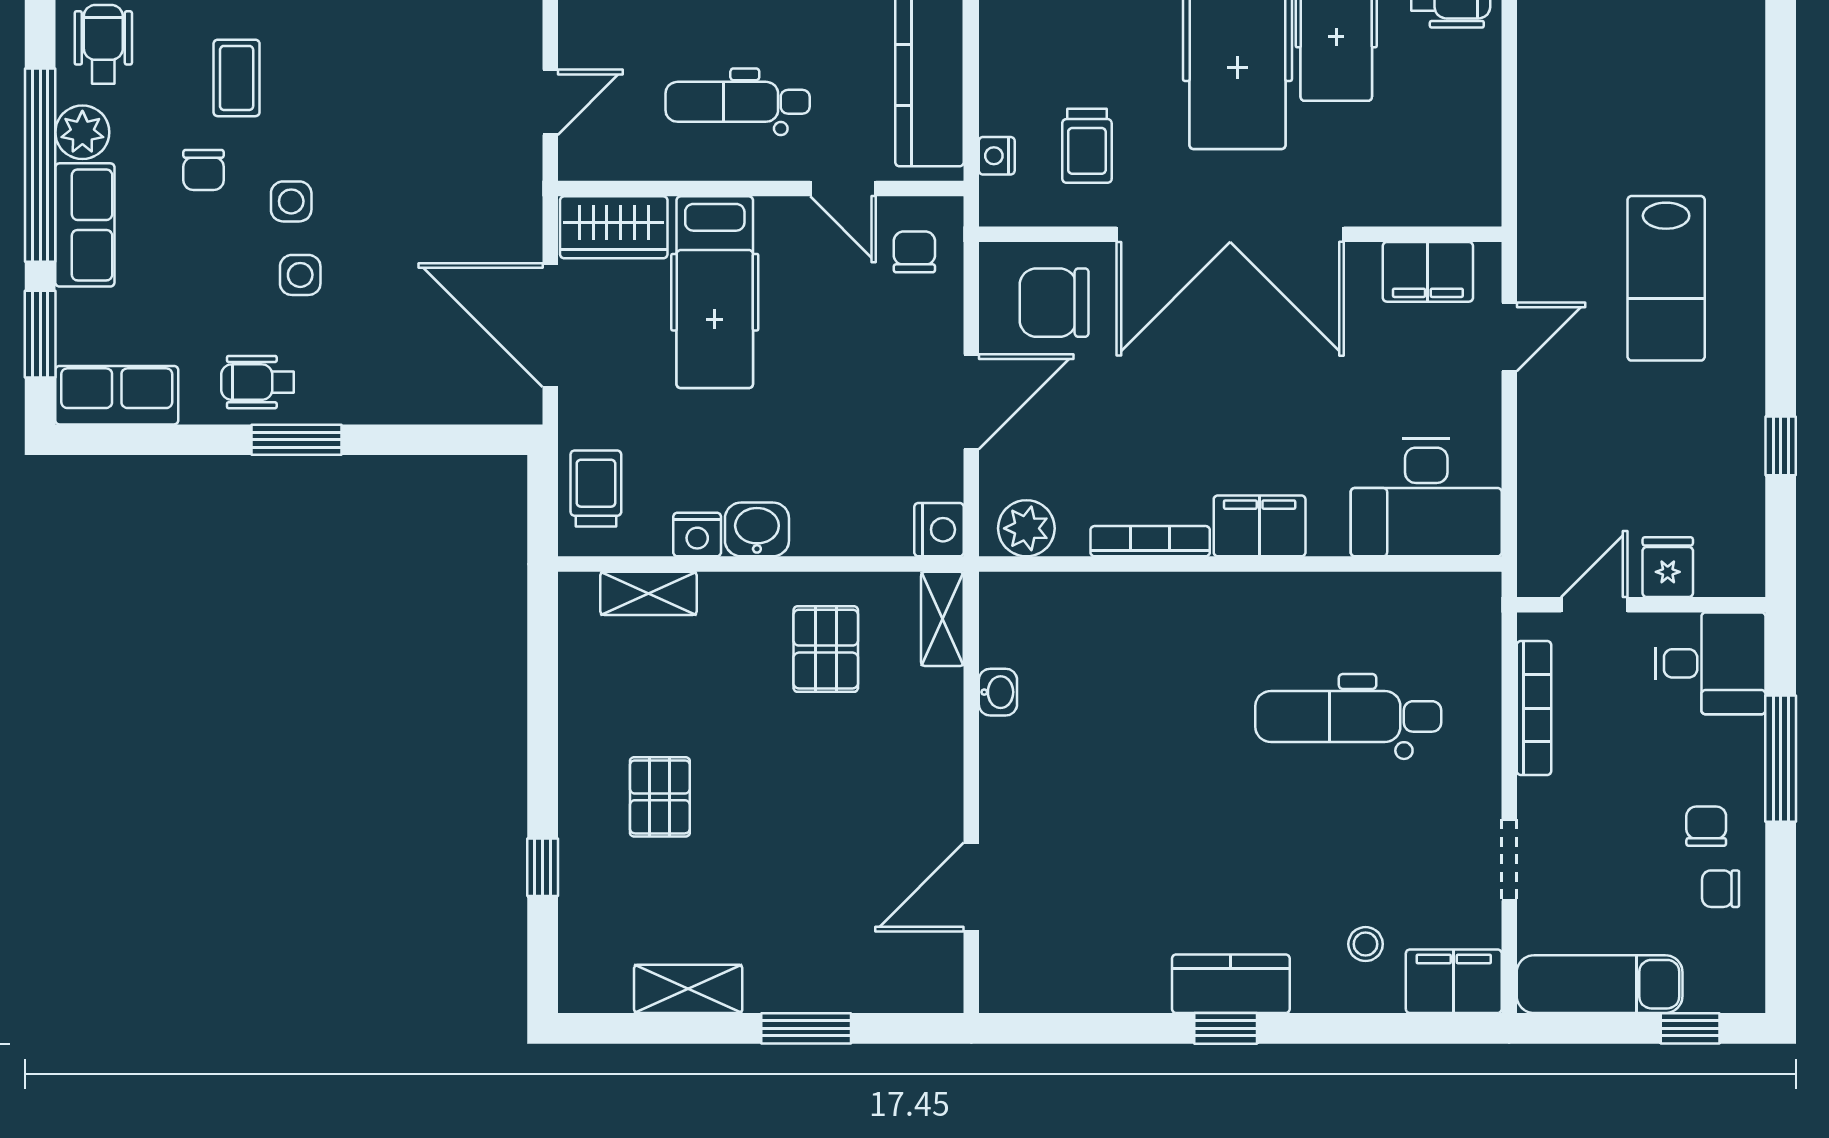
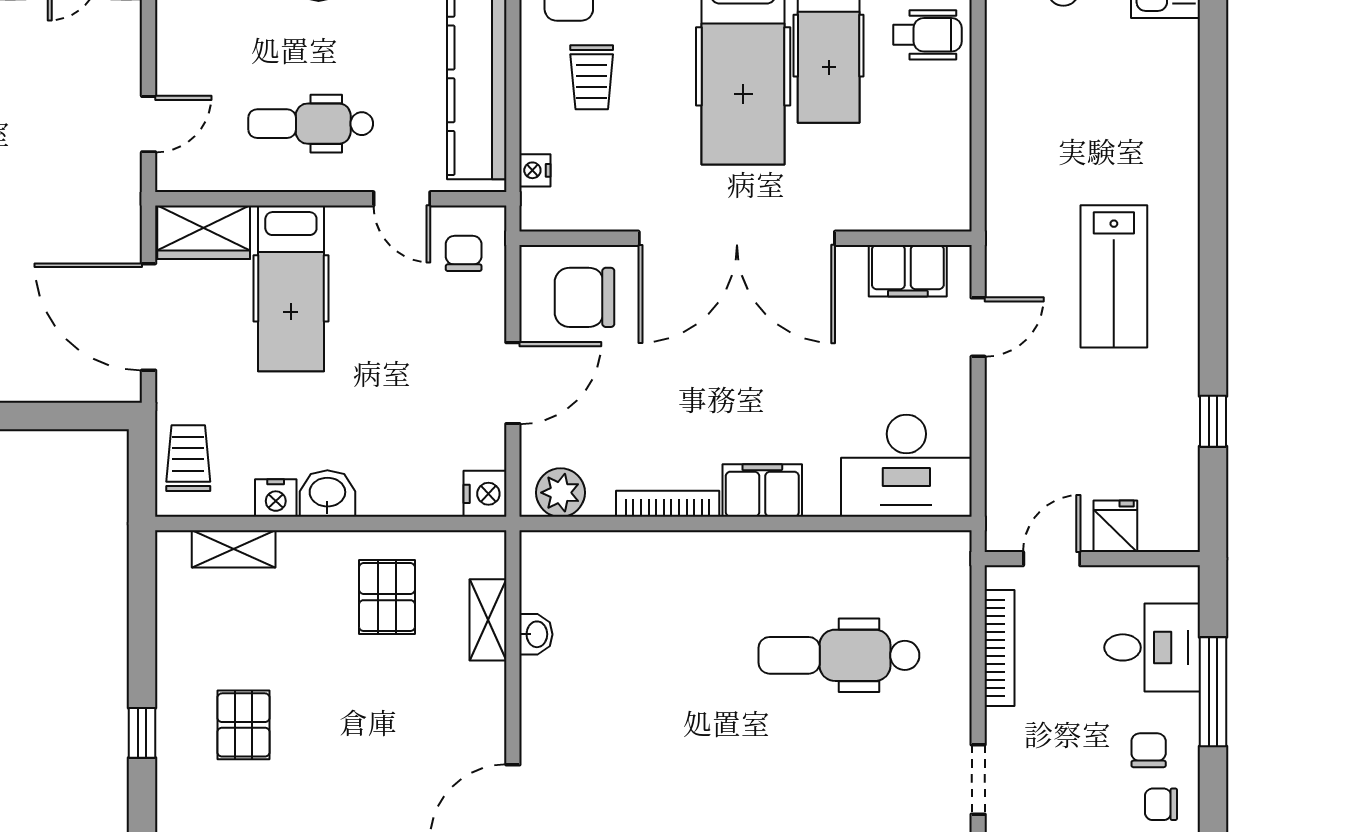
trolley: (1087, 146) -> (592, 77), moved
shelving: (942, 619) -> (488, 620), moved
desk: (1710, 663) -> (1152, 647), moved
window: (543, 867) -> (142, 733), moved

